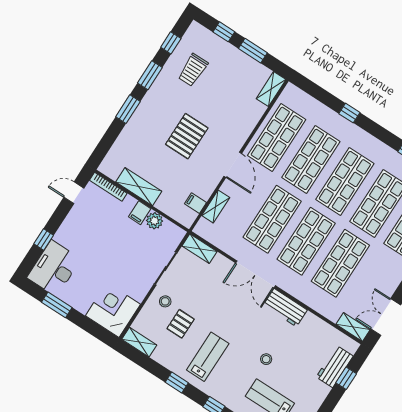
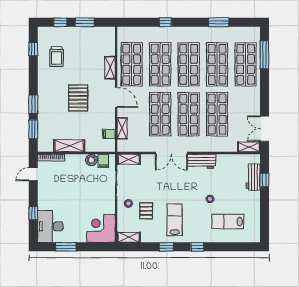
window: (150, 75) -> (33, 129), moved
shelving: (271, 89) -> (110, 68), moved
filing cabinet: (140, 213) -> (103, 161), moved

